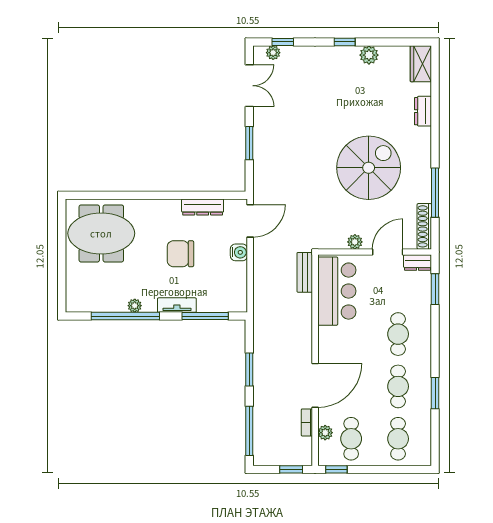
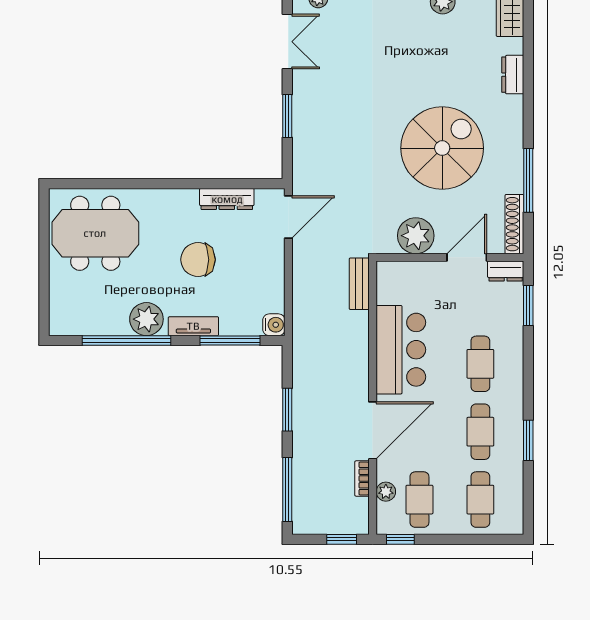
plant: (355, 242) -> (416, 236), width x1.87, depth x1.87
water cooler: (239, 252) -> (274, 325), moved
bar counter: (337, 291) -> (401, 350), moved
plant: (135, 306) -> (146, 319), width x1.88, depth x1.88

